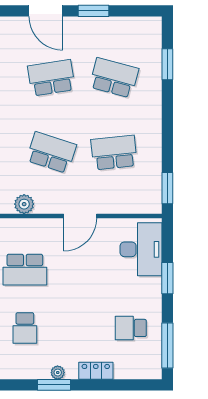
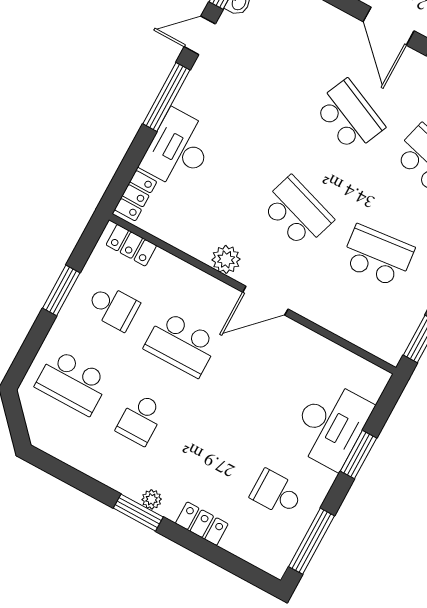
school desk: (51, 78) -> (349, 116), turned 33
door: (80, 216) -> (265, 301), moved
desk: (141, 249) -> (331, 425), moved

